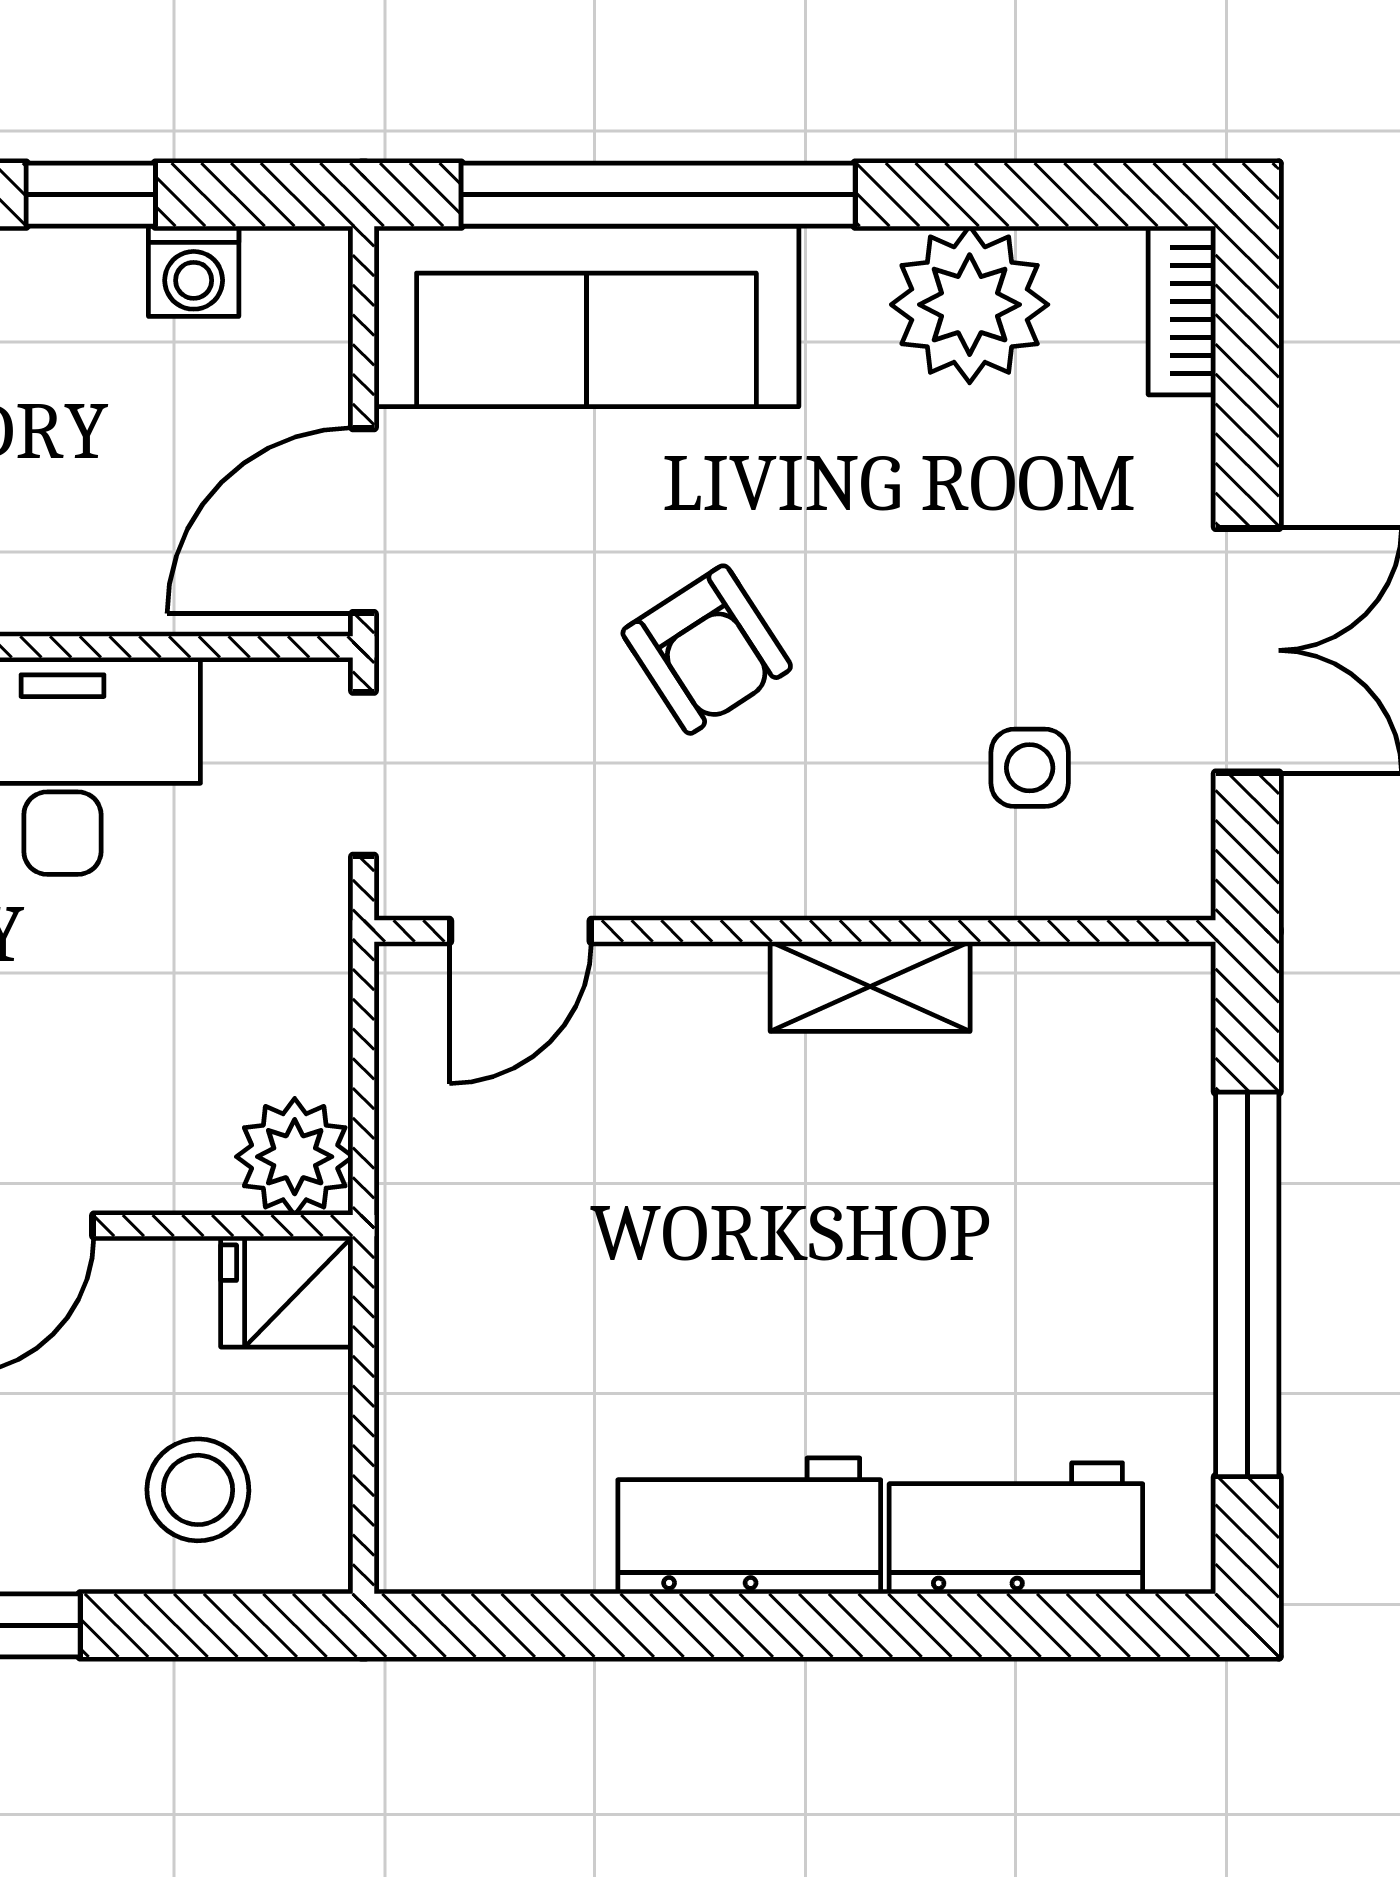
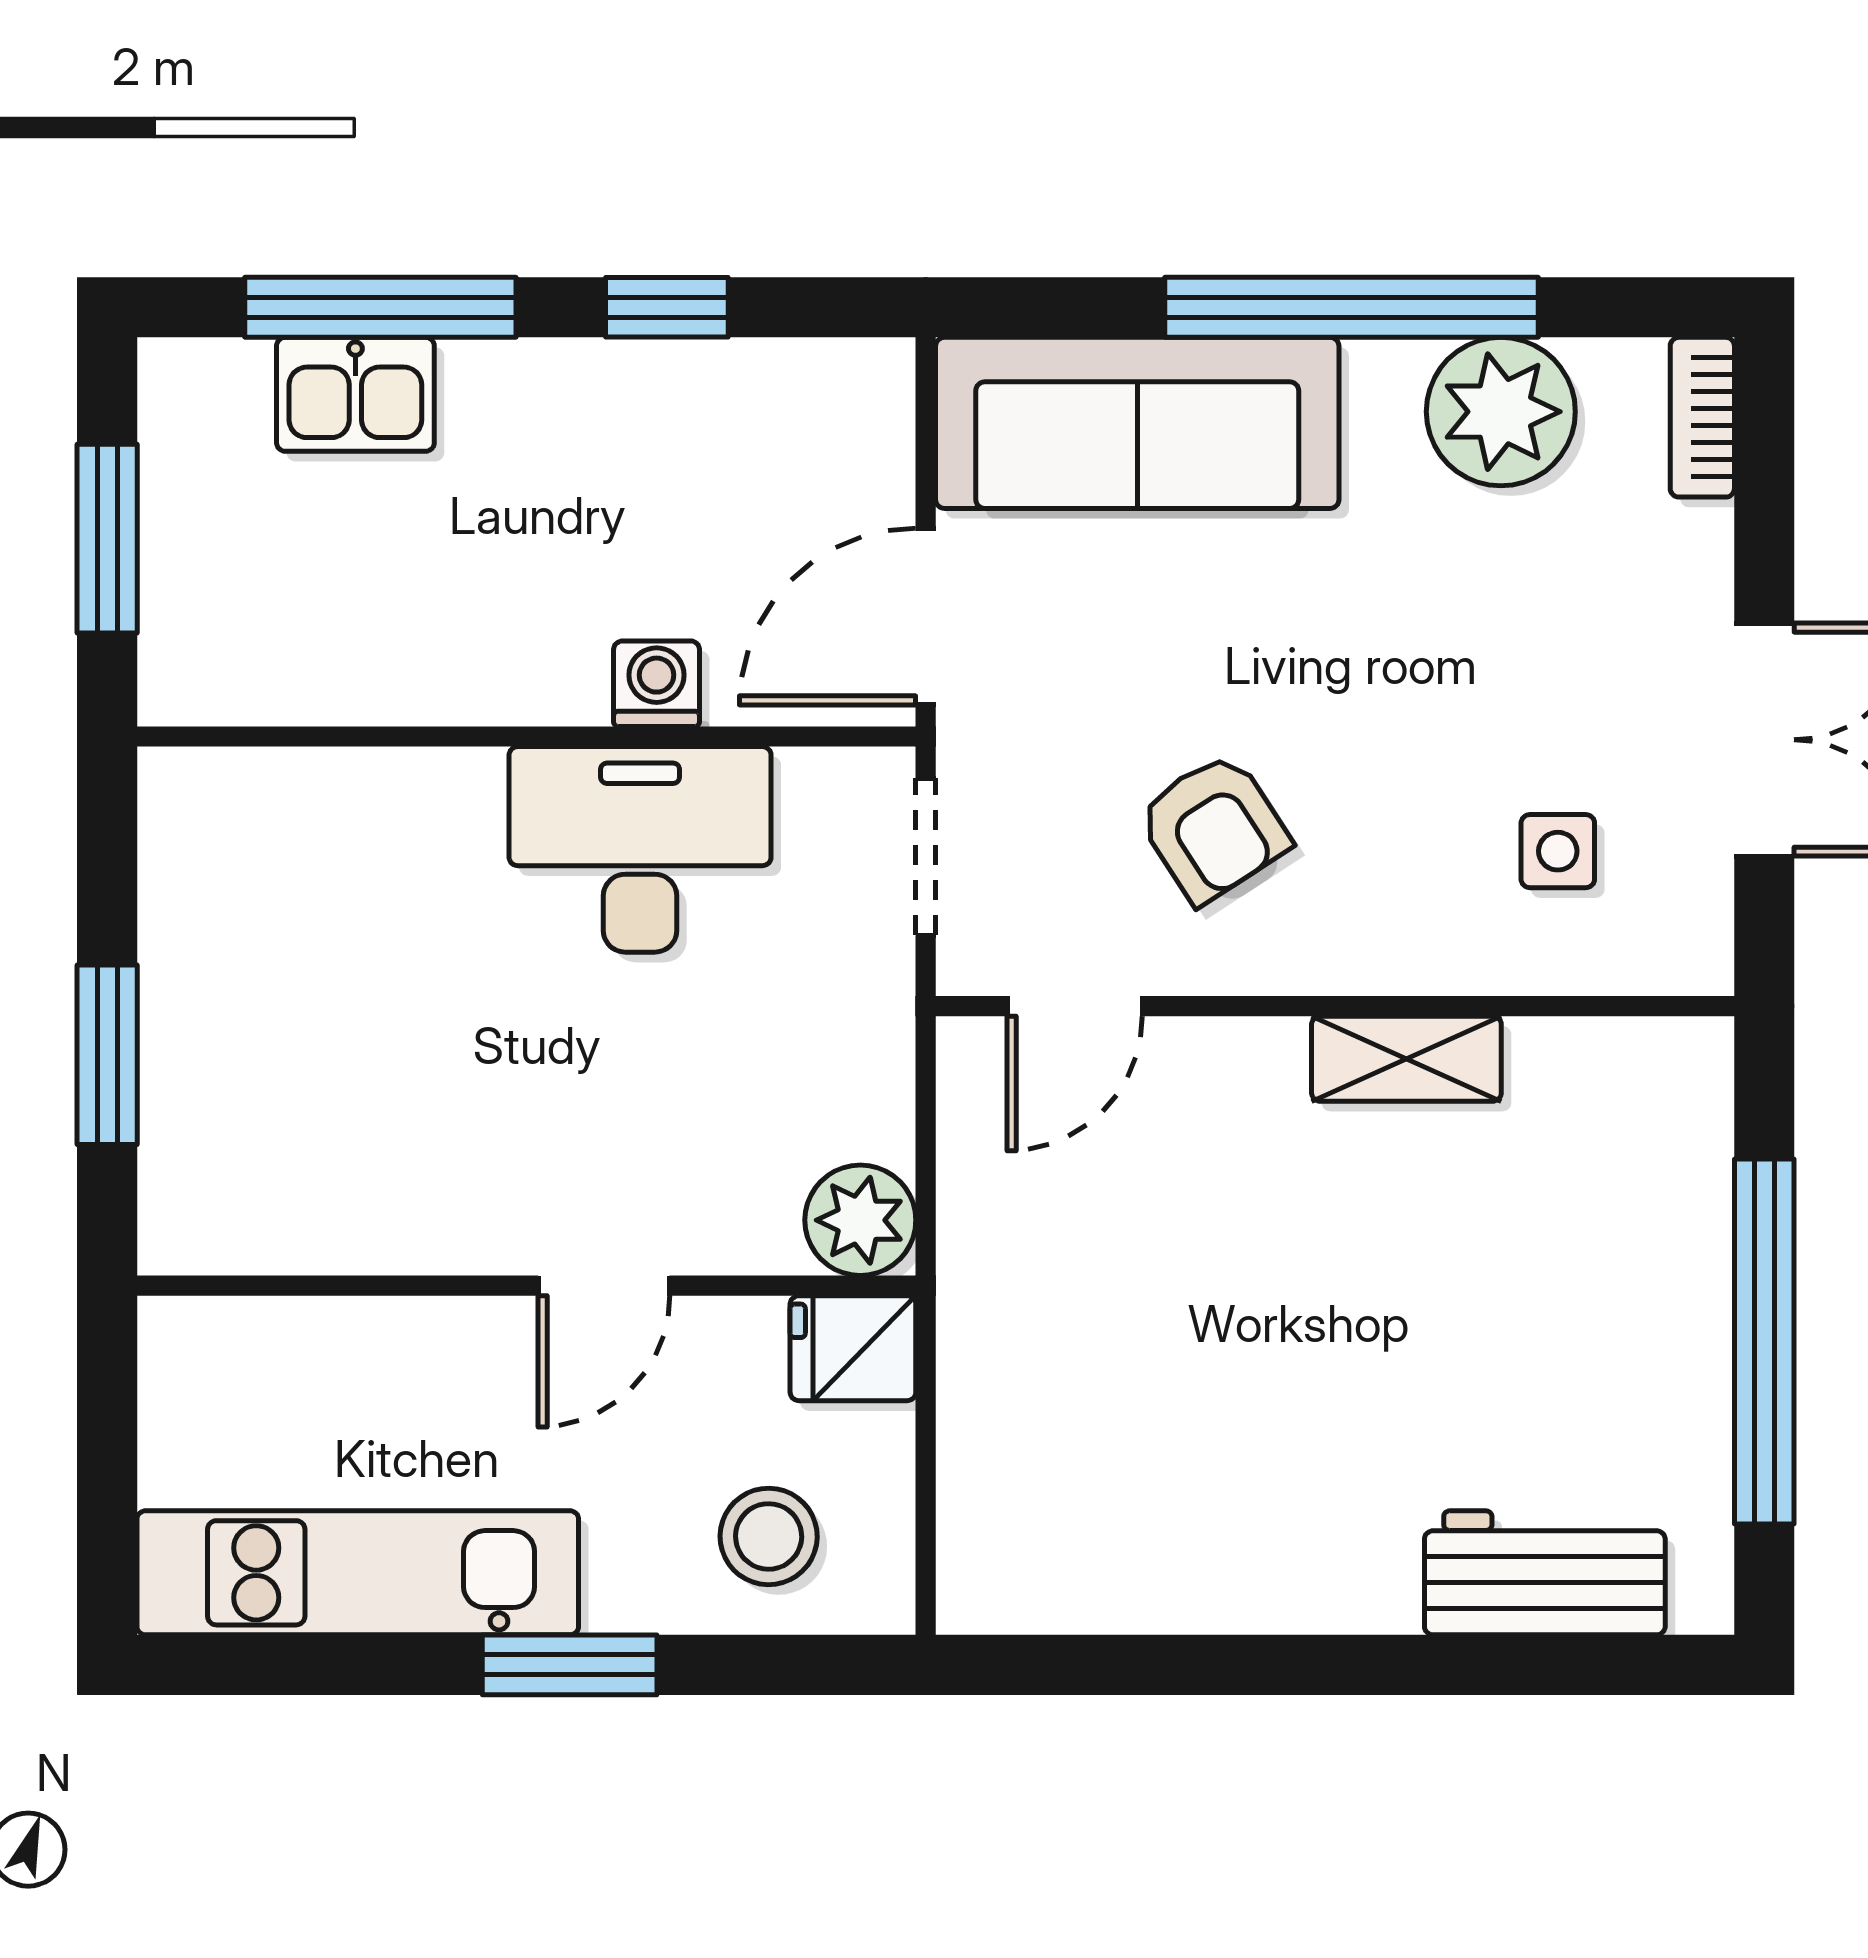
window: (658, 195) -> (1352, 307), moved
washing machine: (194, 271) -> (657, 684), moved, turned 180
armchair: (707, 650) -> (1213, 828), moved
workbench: (749, 1526) -> (1292, 1571), removed

